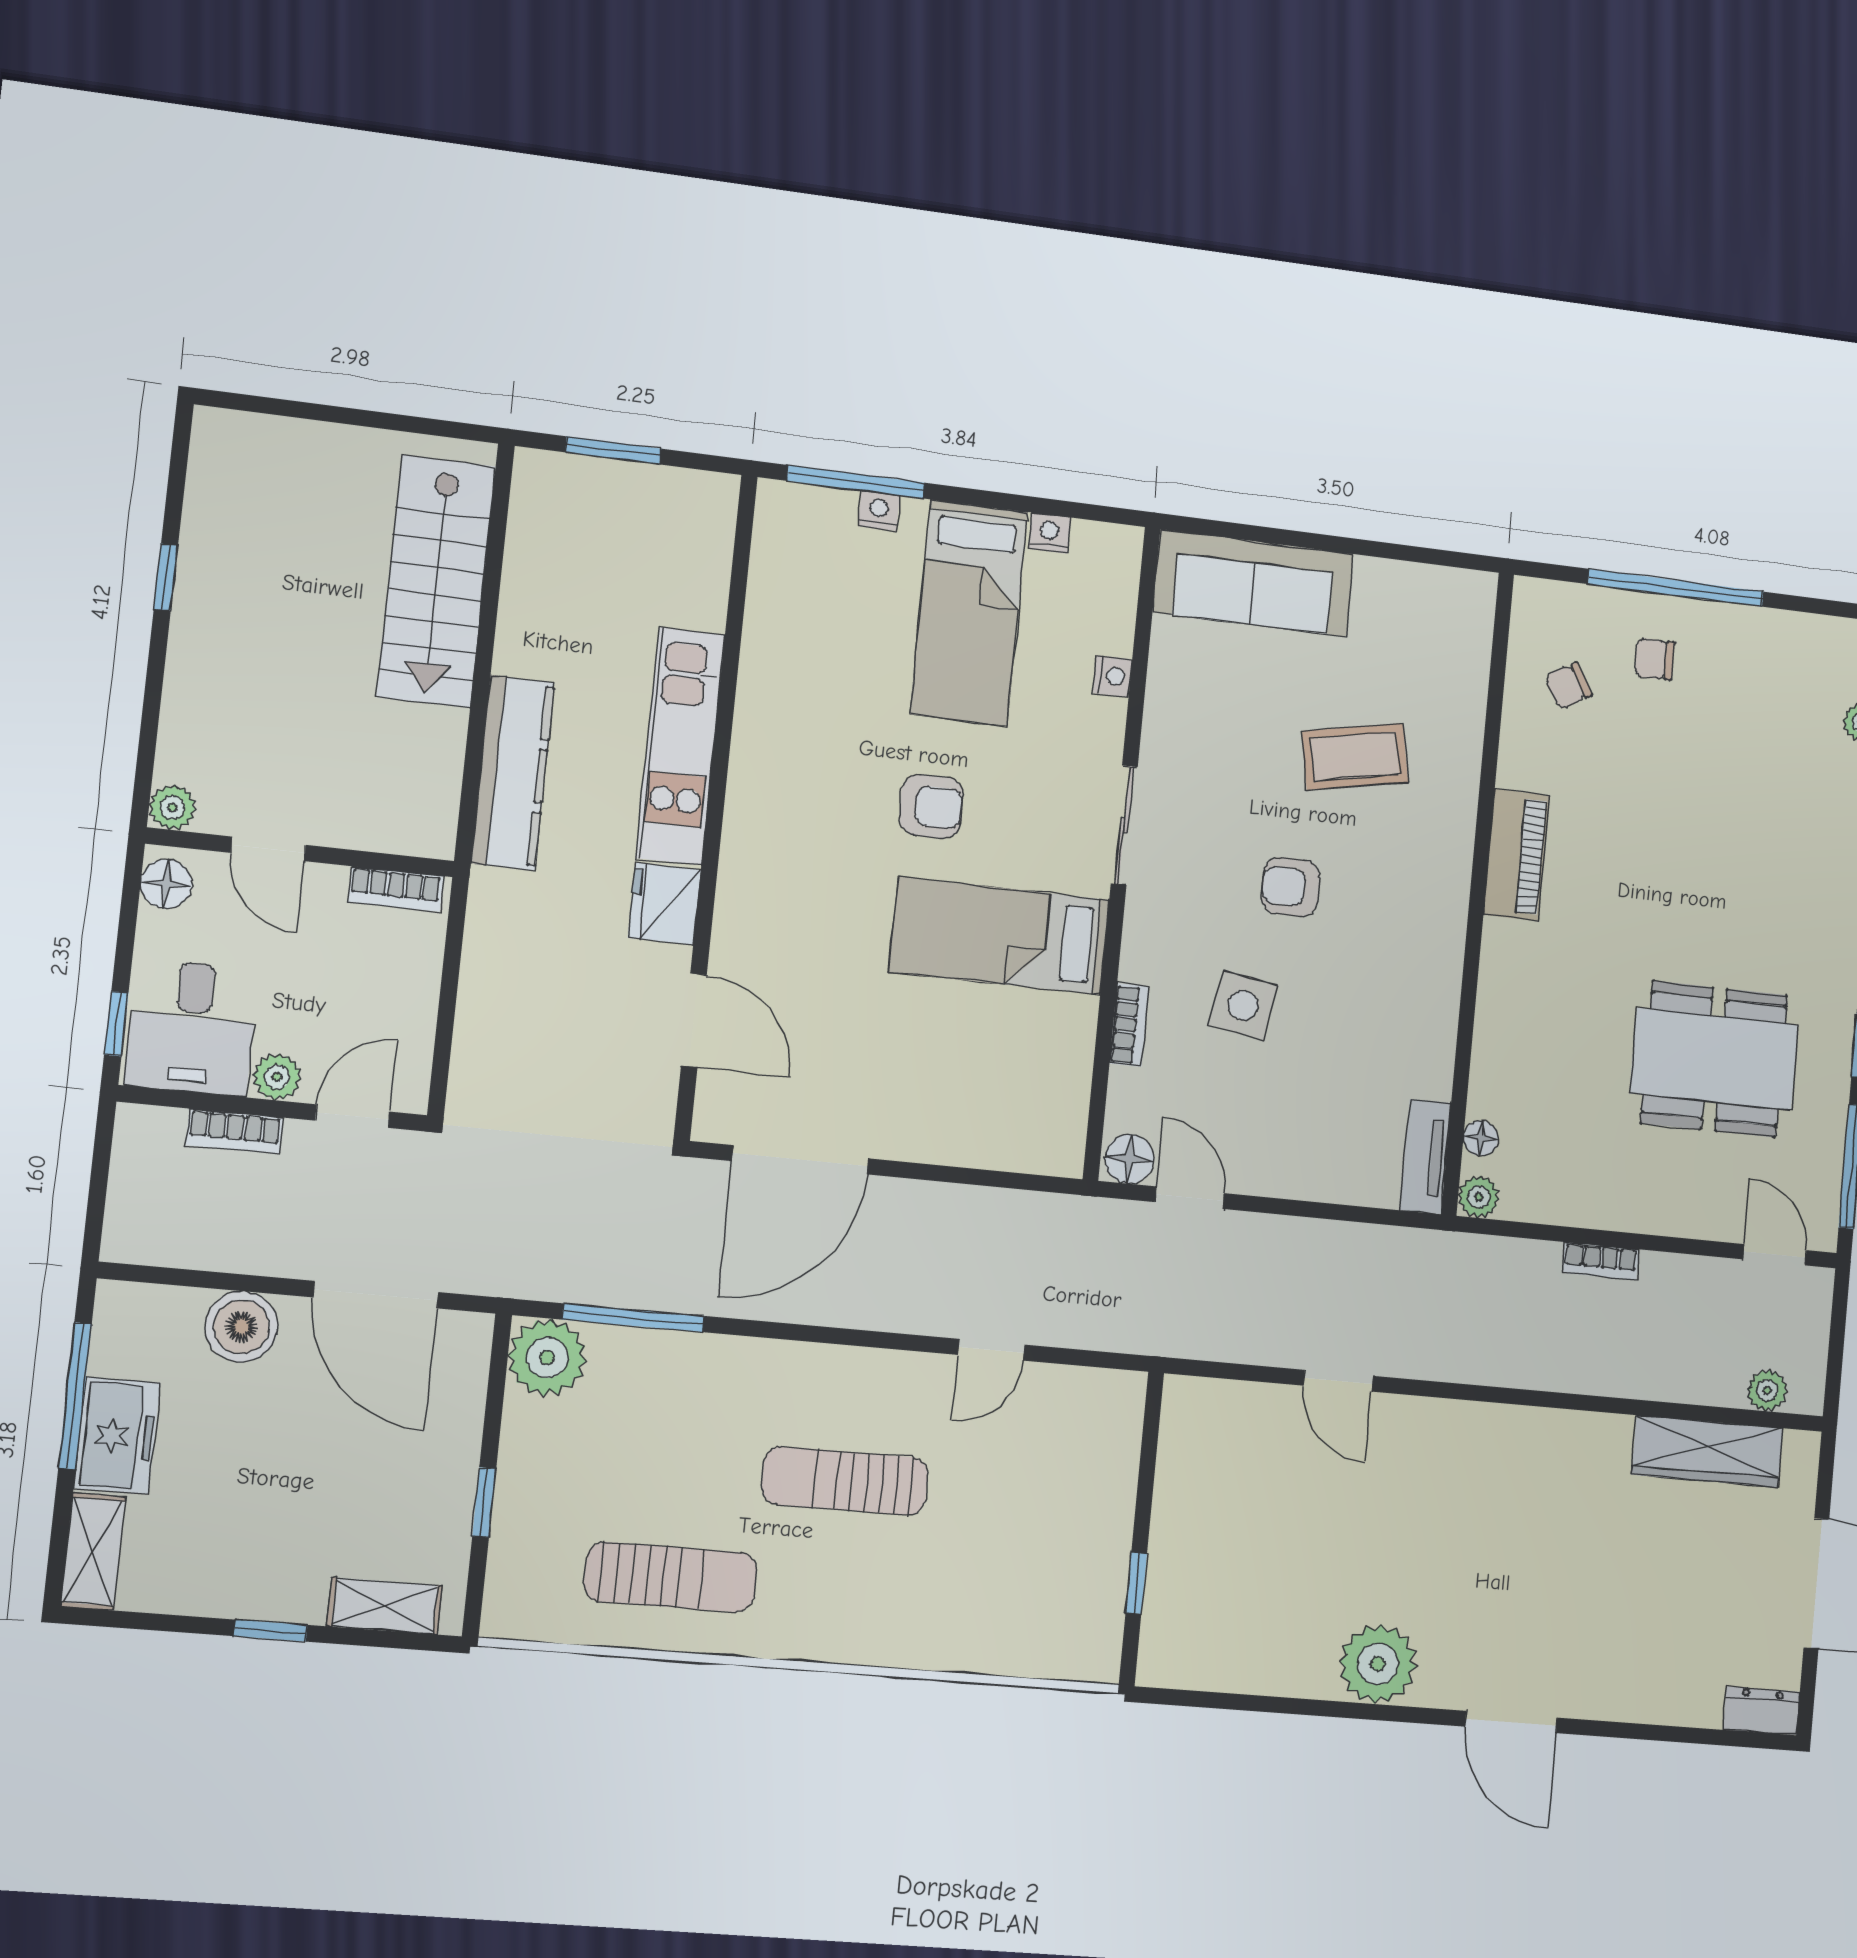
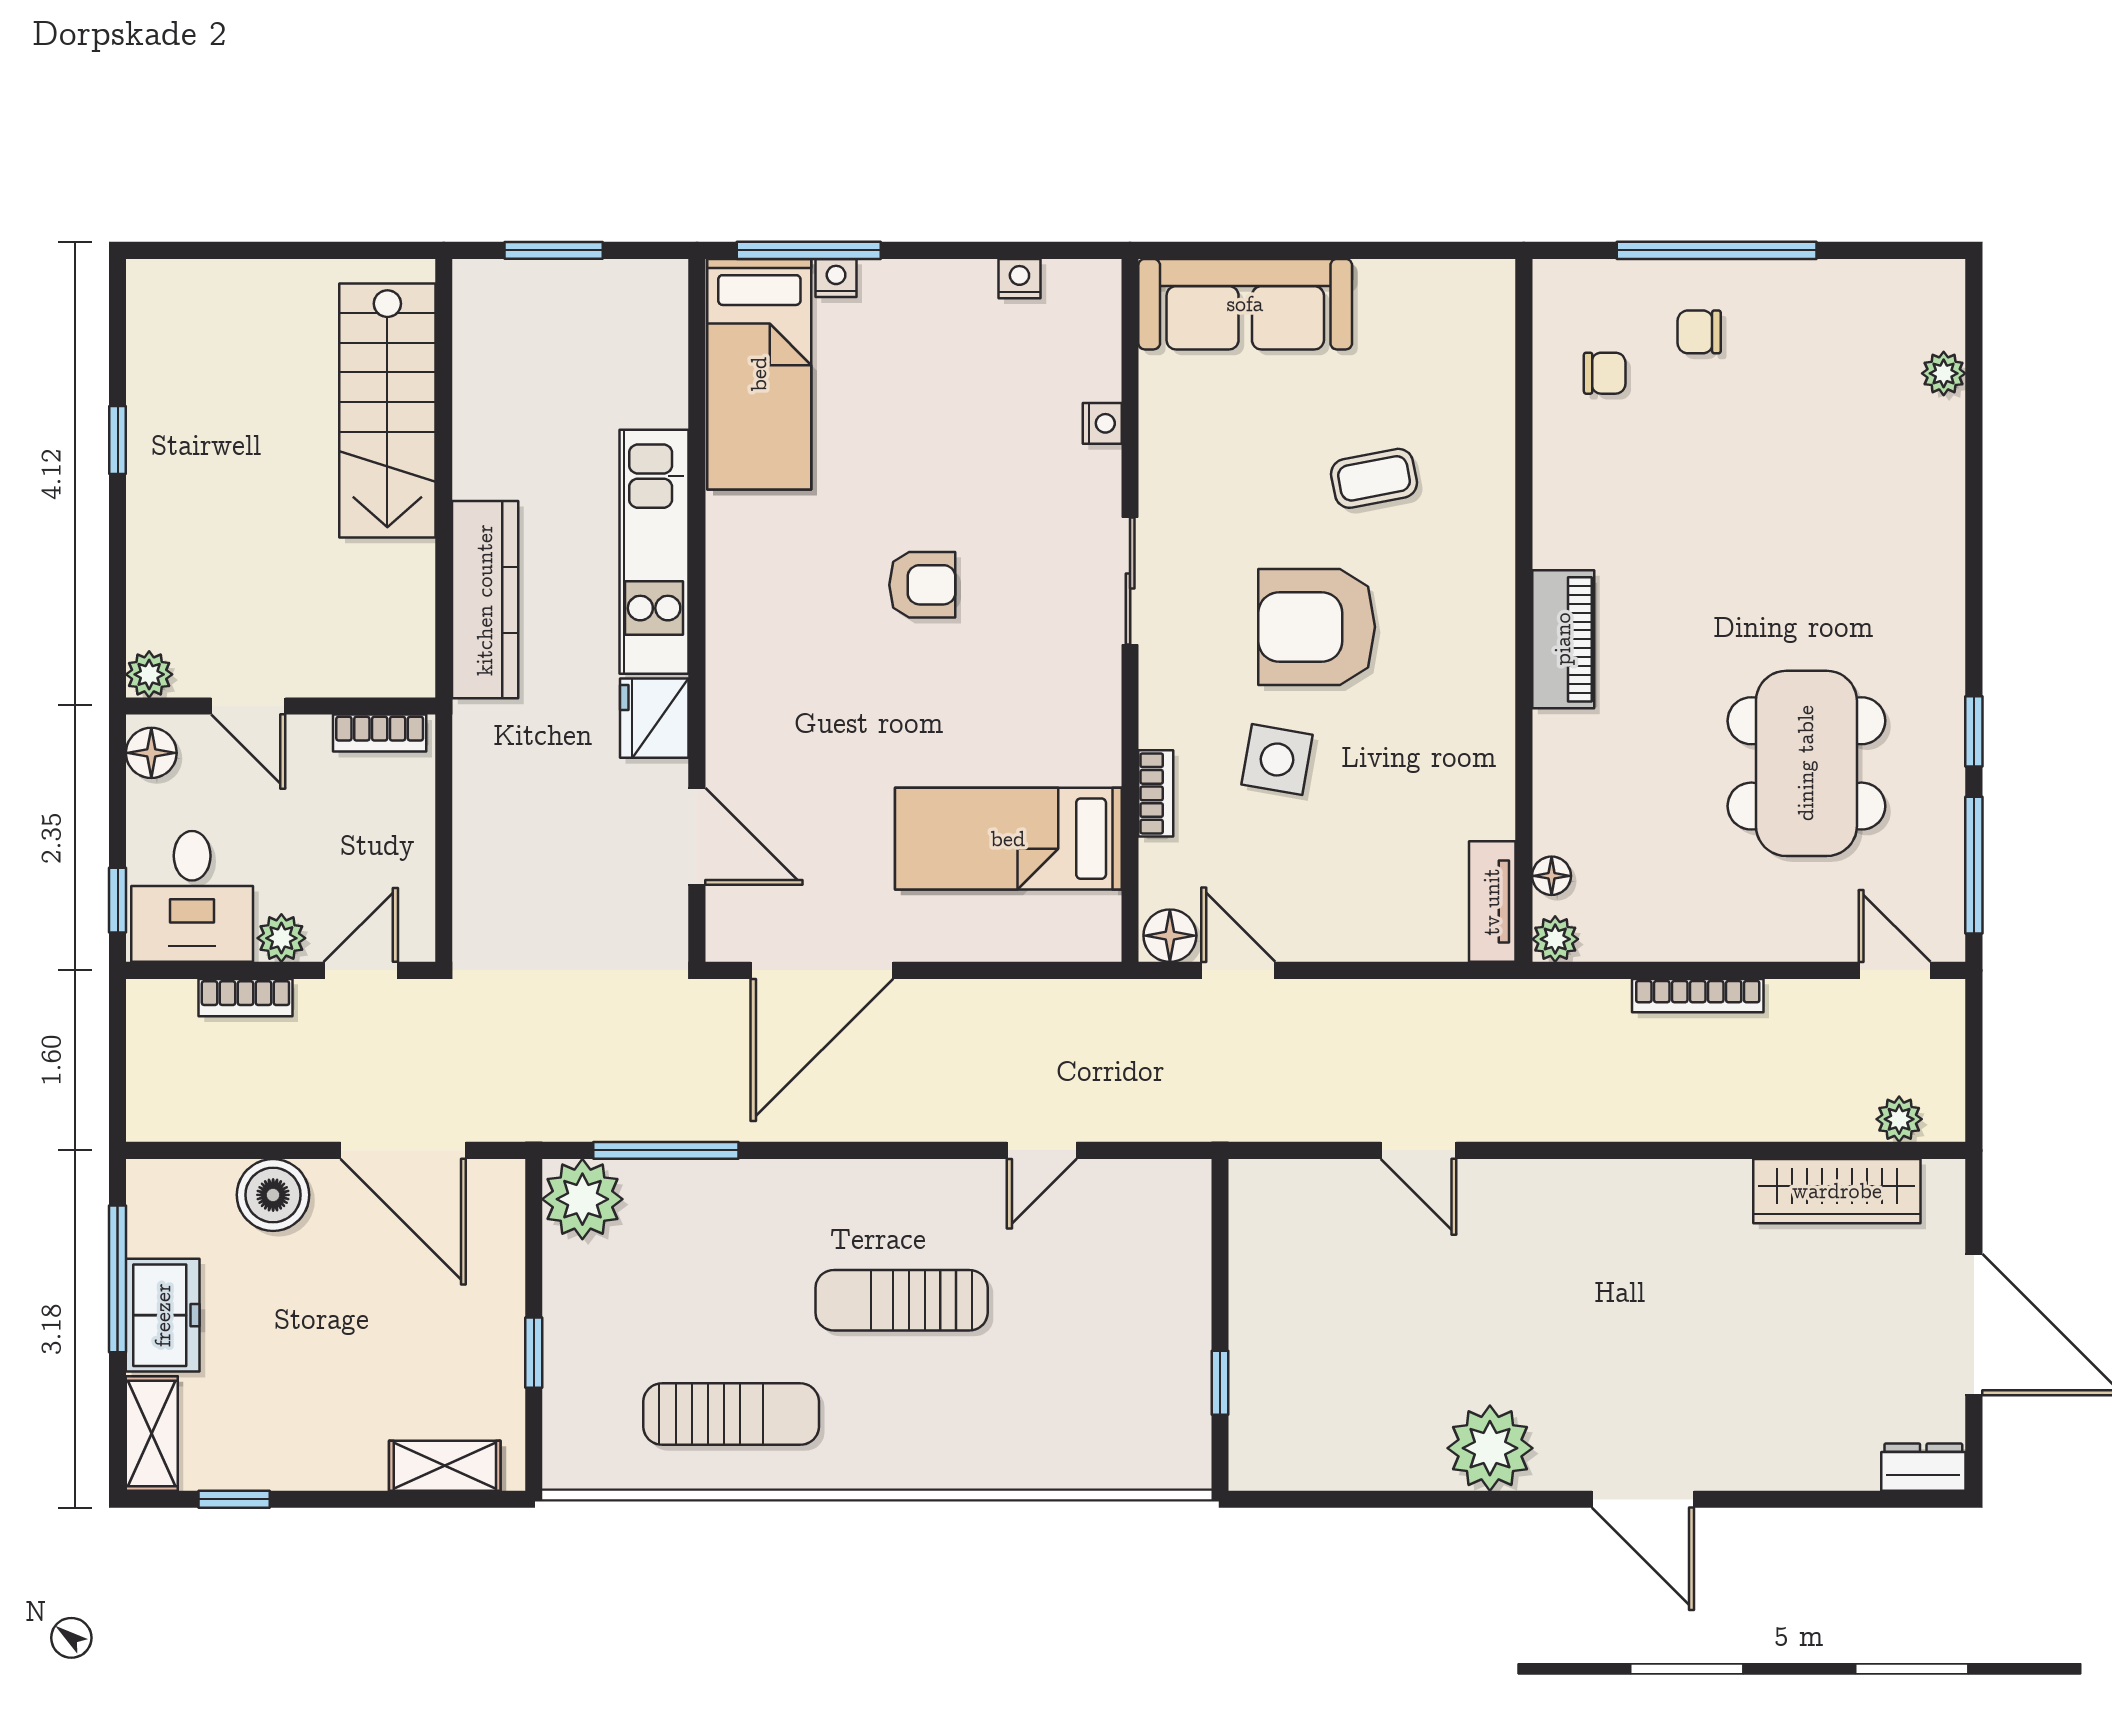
bed: (969, 613) -> (759, 374), moved
chair: (1568, 686) -> (1605, 373), turned -150
coffee table: (1355, 757) -> (1374, 478), width x0.73, depth x0.77
piano: (1516, 855) -> (1563, 639), moved
armchair: (1290, 887) -> (1317, 627), width x1.88, depth x1.88
bed: (1000, 936) -> (1008, 839), moved
dining table: (1714, 1059) -> (1806, 763), turned 90
bookcase: (1601, 1261) -> (1698, 996), width x1.56
window: (270, 1631) -> (234, 1499), moved

